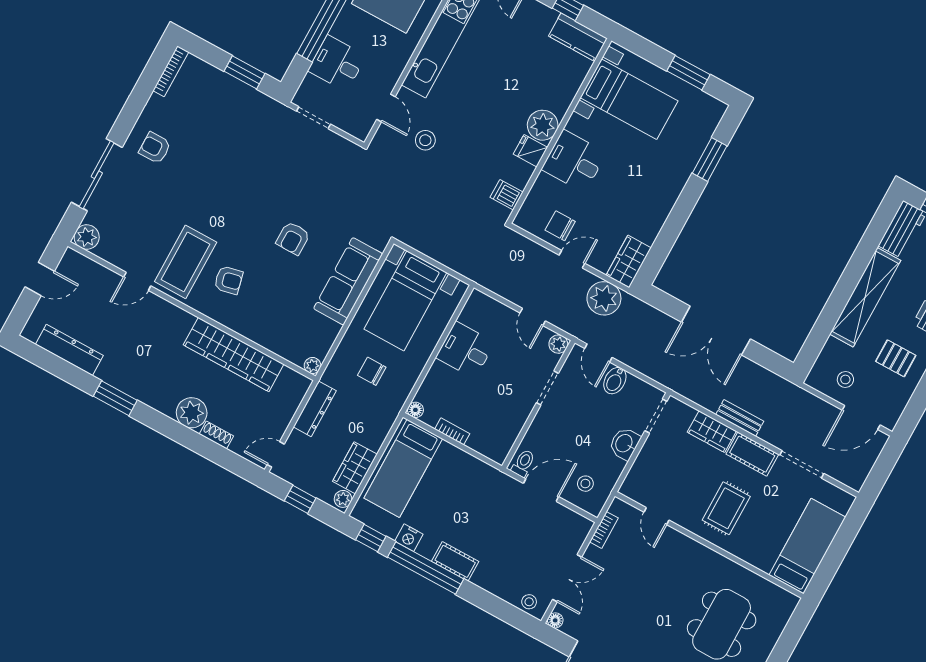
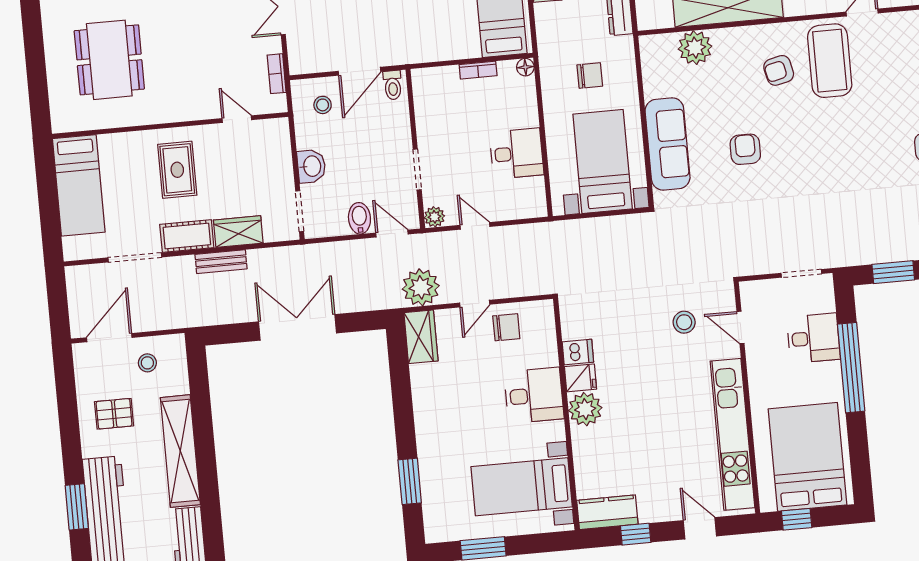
dishwasher: (507, 195) -> (578, 352), moved
plant: (312, 366) -> (695, 48), moved, width x1.88, depth x1.88

